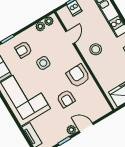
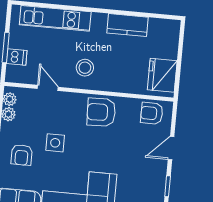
armchair: (66, 99) -> (152, 113), moved, turned 180
plant: (71, 130) -> (160, 168), removed

